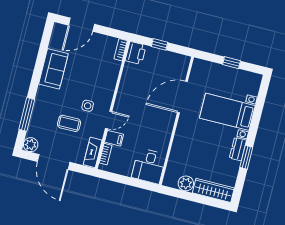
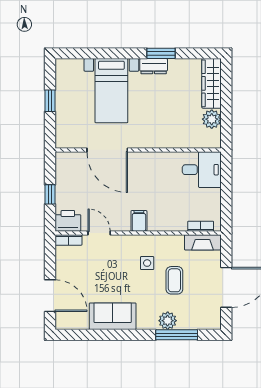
door: (109, 120) -> (99, 233), moved
filing cabinet: (114, 138) -> (139, 221), moved
plant: (31, 145) -> (168, 321), moved

